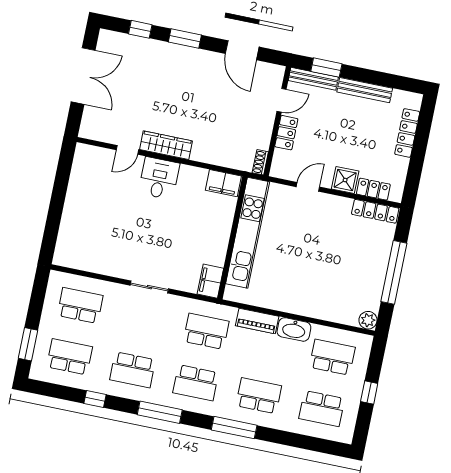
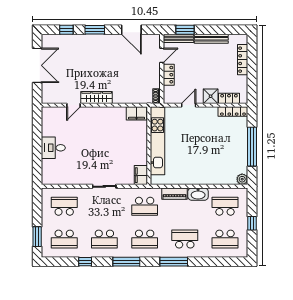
desk: (159, 178) -> (53, 148), moved, turned -90
school desk: (206, 331) -> (145, 206), turned 180
school desk: (70, 357) -> (64, 239), turned 180

